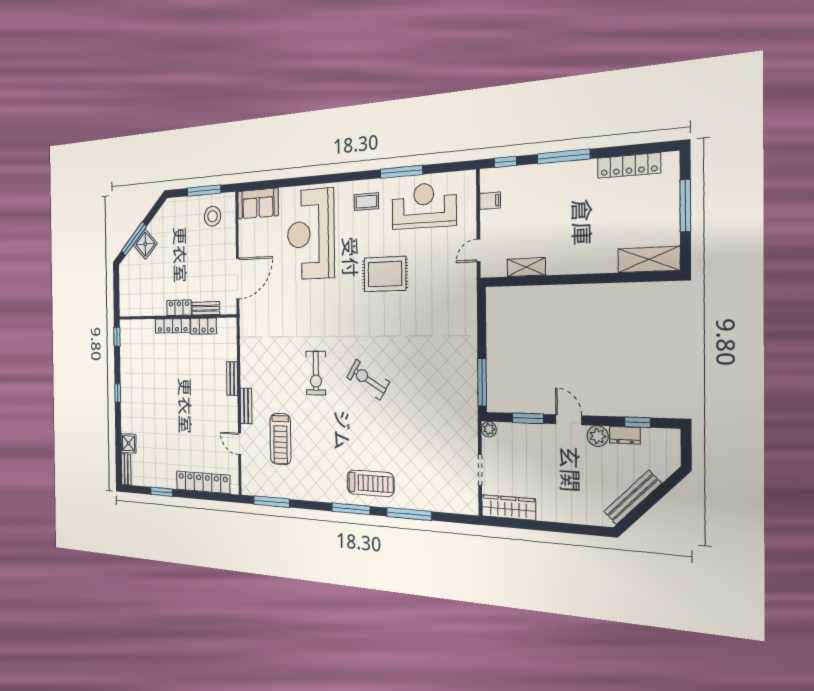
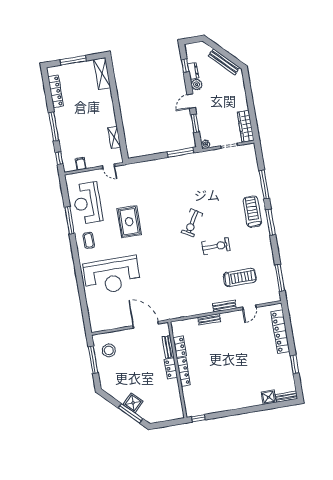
sofa: (258, 204) -> (97, 317), removed
exercise bike: (316, 373) -> (216, 246), moved
window: (118, 393) -> (236, 412), removed

